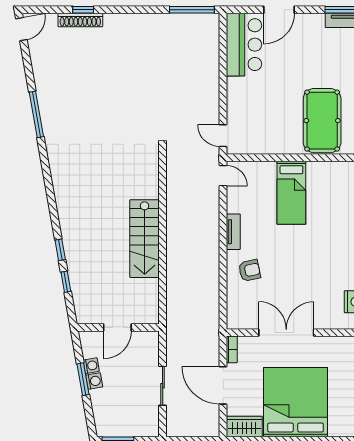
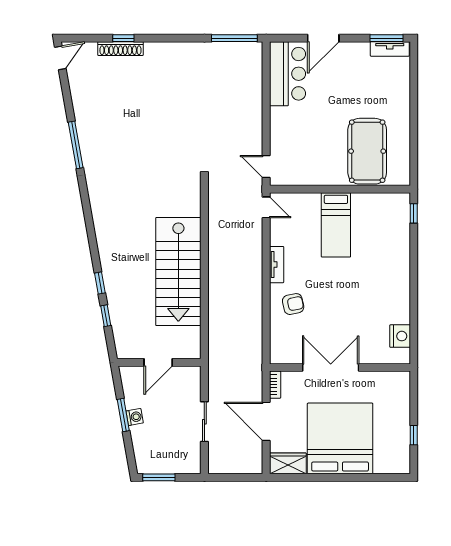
stairs: (145, 239) -> (178, 272), width x1.36, depth x1.51
washing machine: (91, 366) -> (132, 401), removed

